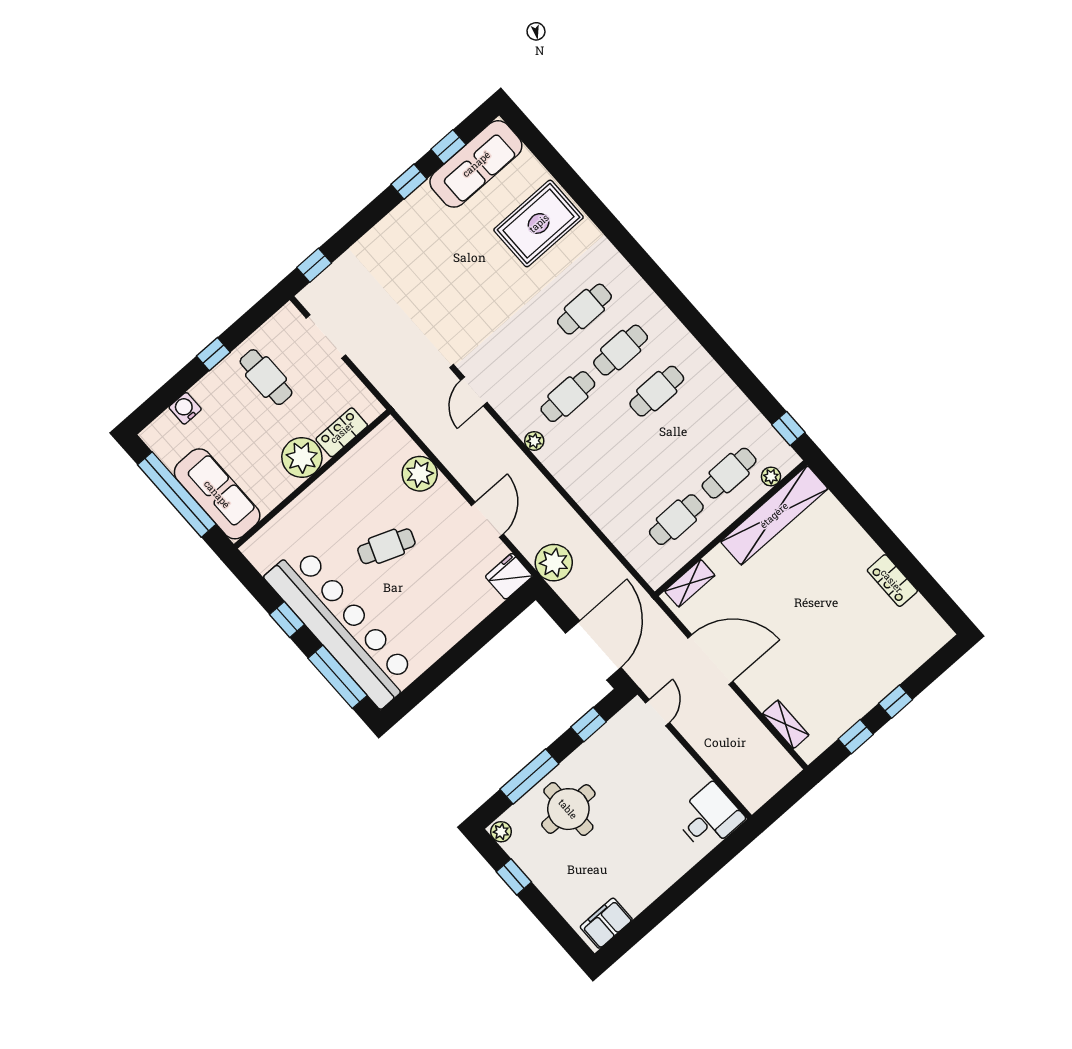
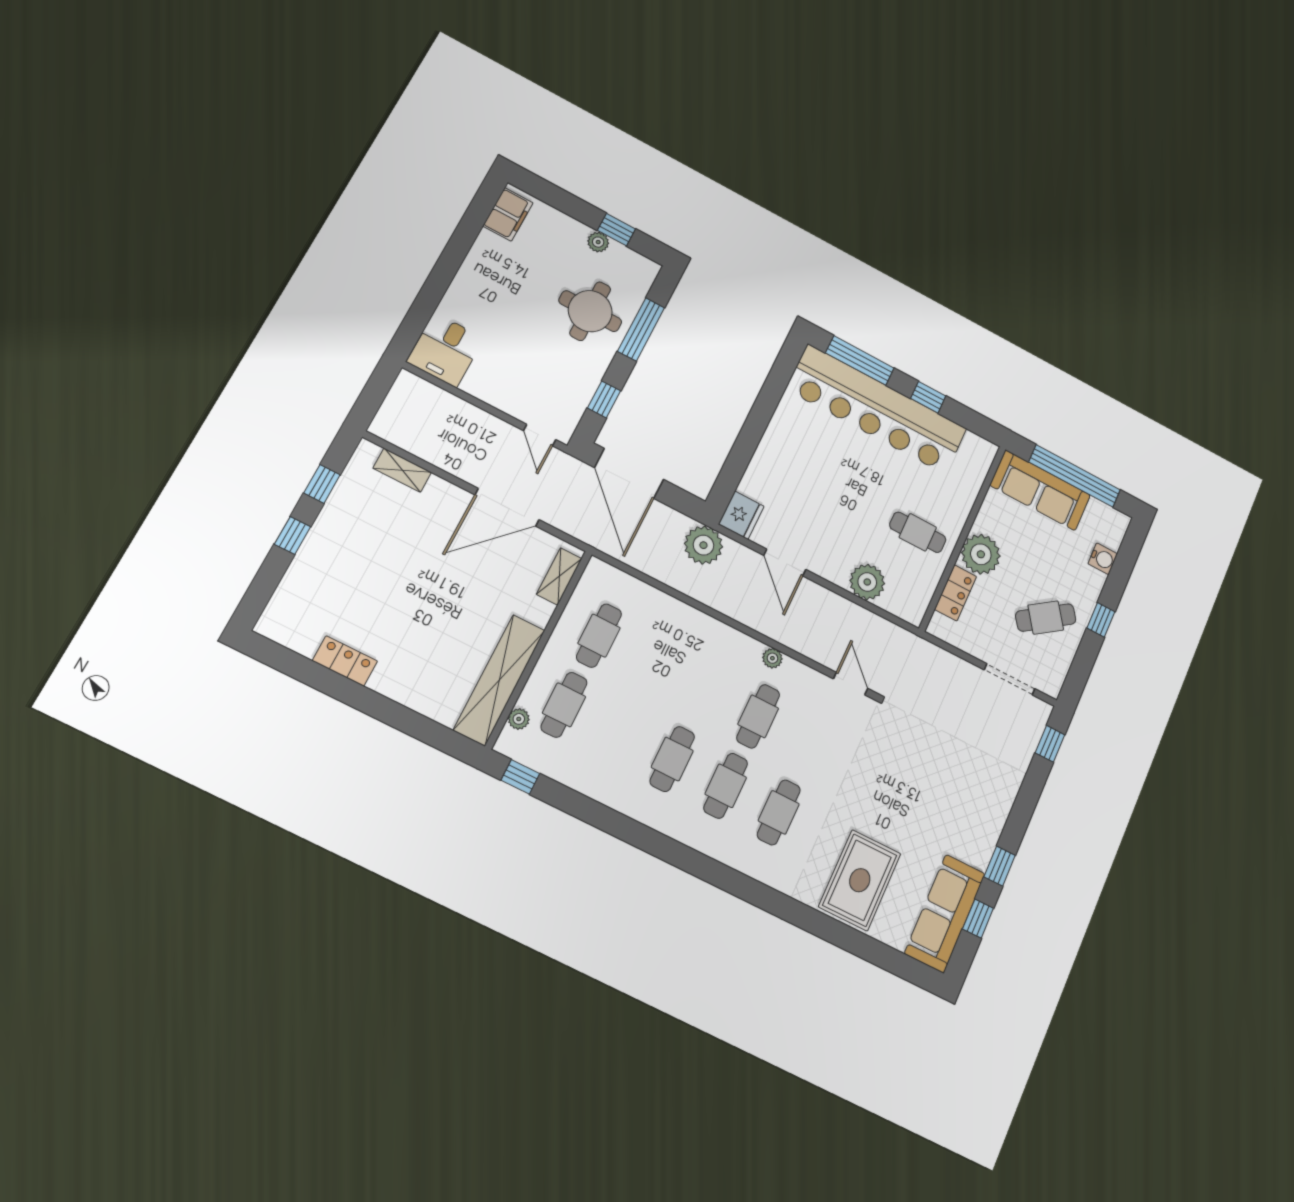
cafe table: (266, 377) -> (1046, 618), turned -35
cafe table: (386, 546) -> (918, 532), moved, turned 69
plant: (501, 832) -> (598, 242), moved

